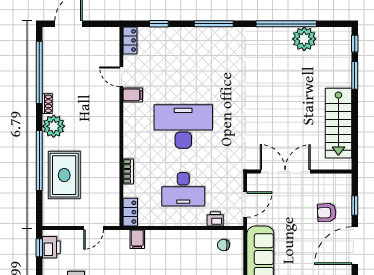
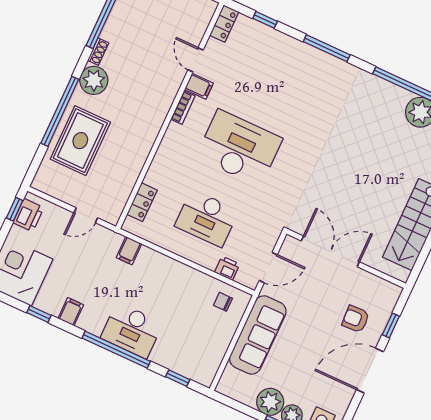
bookcase: (128, 171) -> (183, 108), moved
locker: (130, 212) -> (142, 202), moved

